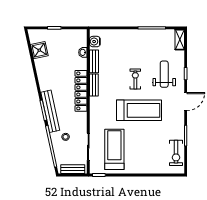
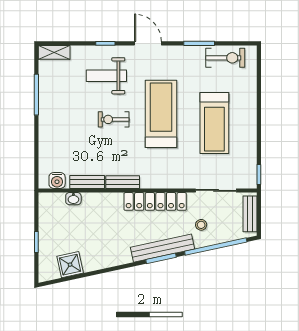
locker: (81, 91) -> (155, 201), moved
treadmill: (114, 149) -> (214, 123), moved, turned -90

